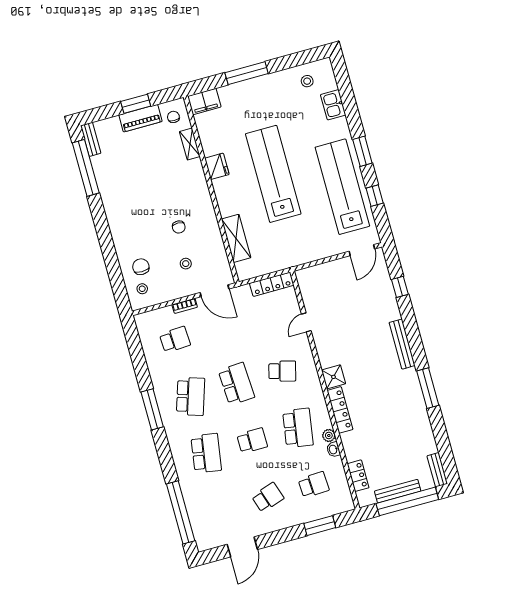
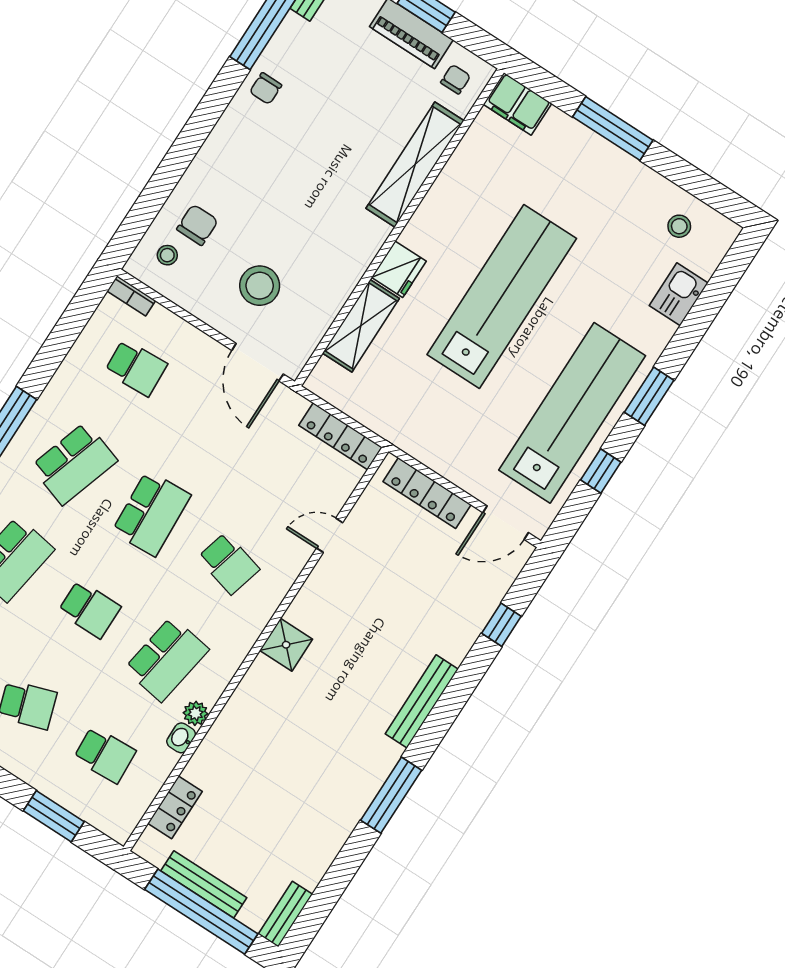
shelving: (190, 144) -> (415, 165), width x2.20, depth x1.33
fridge: (217, 166) -> (399, 269), moved
chair: (179, 227) -> (266, 89), moved
stool: (186, 264) -> (260, 286), width x1.89, depth x1.89
bookcase: (185, 306) -> (131, 296), moved
locker: (340, 410) -> (427, 493), moved, turned 90

